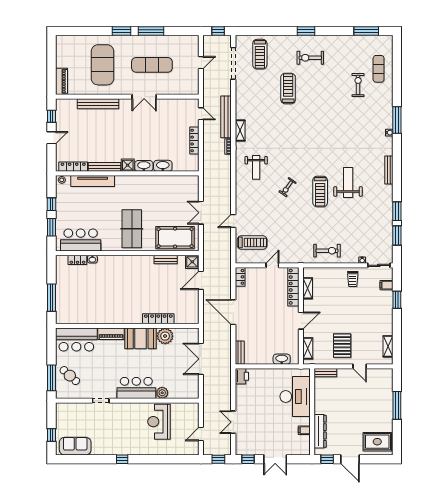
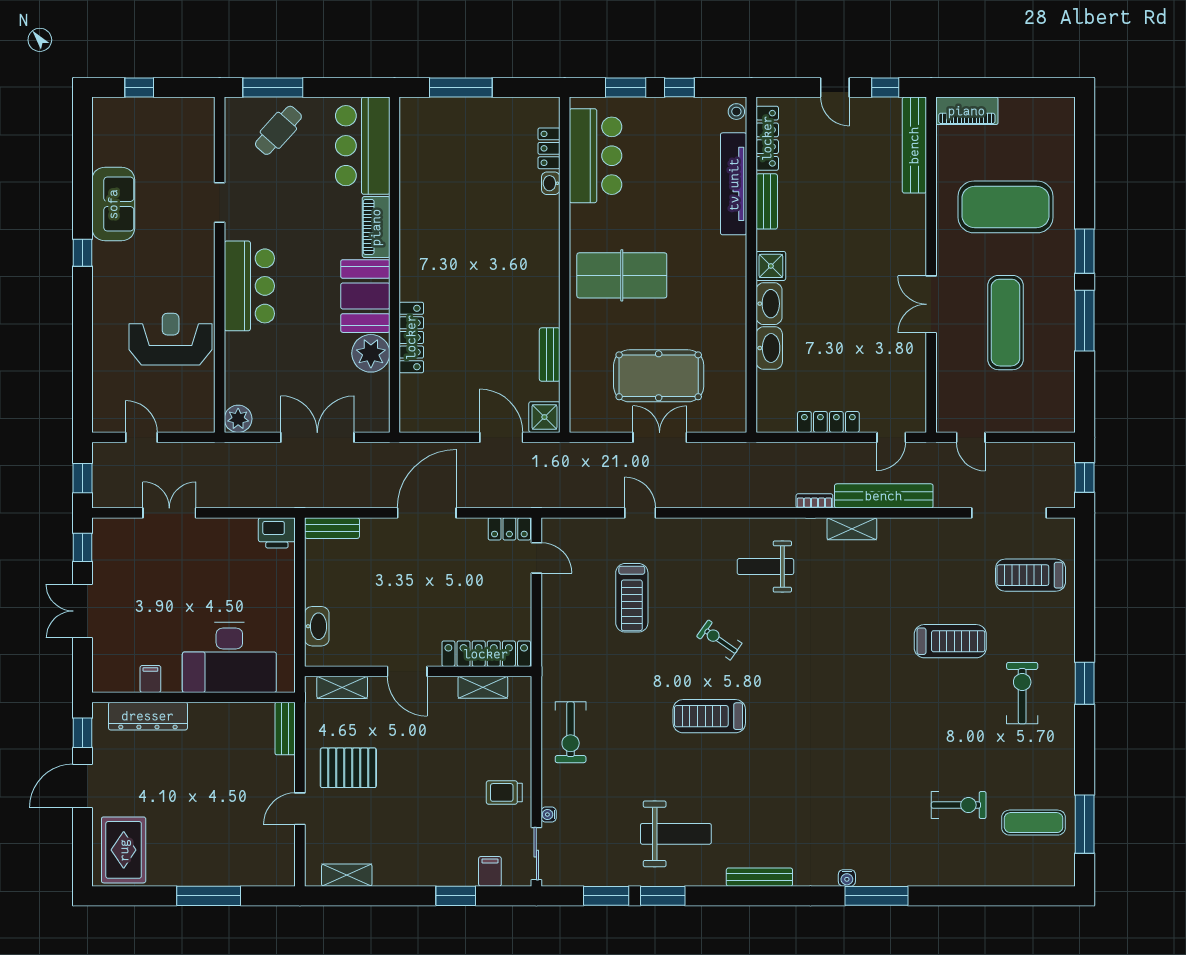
door: (201, 63) -> (971, 437), moved
exercise mat: (379, 69) -> (1034, 823), moved
bench: (98, 104) -> (914, 145), moved
bench: (104, 167) -> (767, 201), width x0.73
weight bench: (348, 182) -> (676, 834), moved
pool table: (175, 238) -> (659, 376), moved, turned 90
treadmill: (252, 242) -> (632, 598), moved
door: (272, 265) -> (536, 558), moved
plant: (162, 393) -> (238, 419), moved
sofa: (75, 446) -> (113, 204), moved

